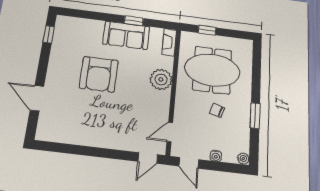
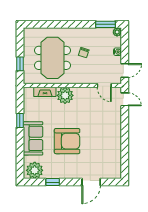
plant: (65, 29) -> (35, 170), added
window: (49, 34) -> (53, 182), moved
sofa: (126, 35) -> (33, 138), moved
fireplace: (169, 42) -> (45, 92), moved
window: (255, 116) -> (105, 24), moved

